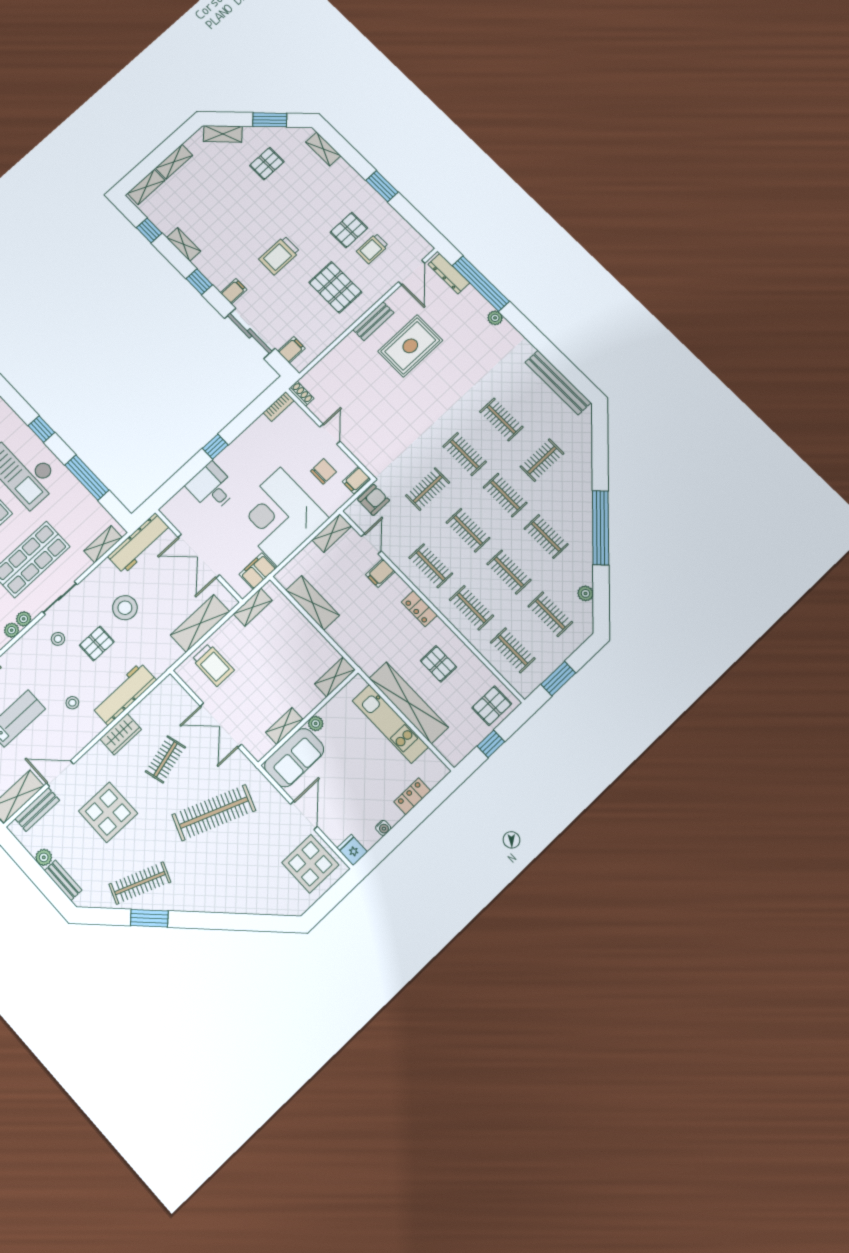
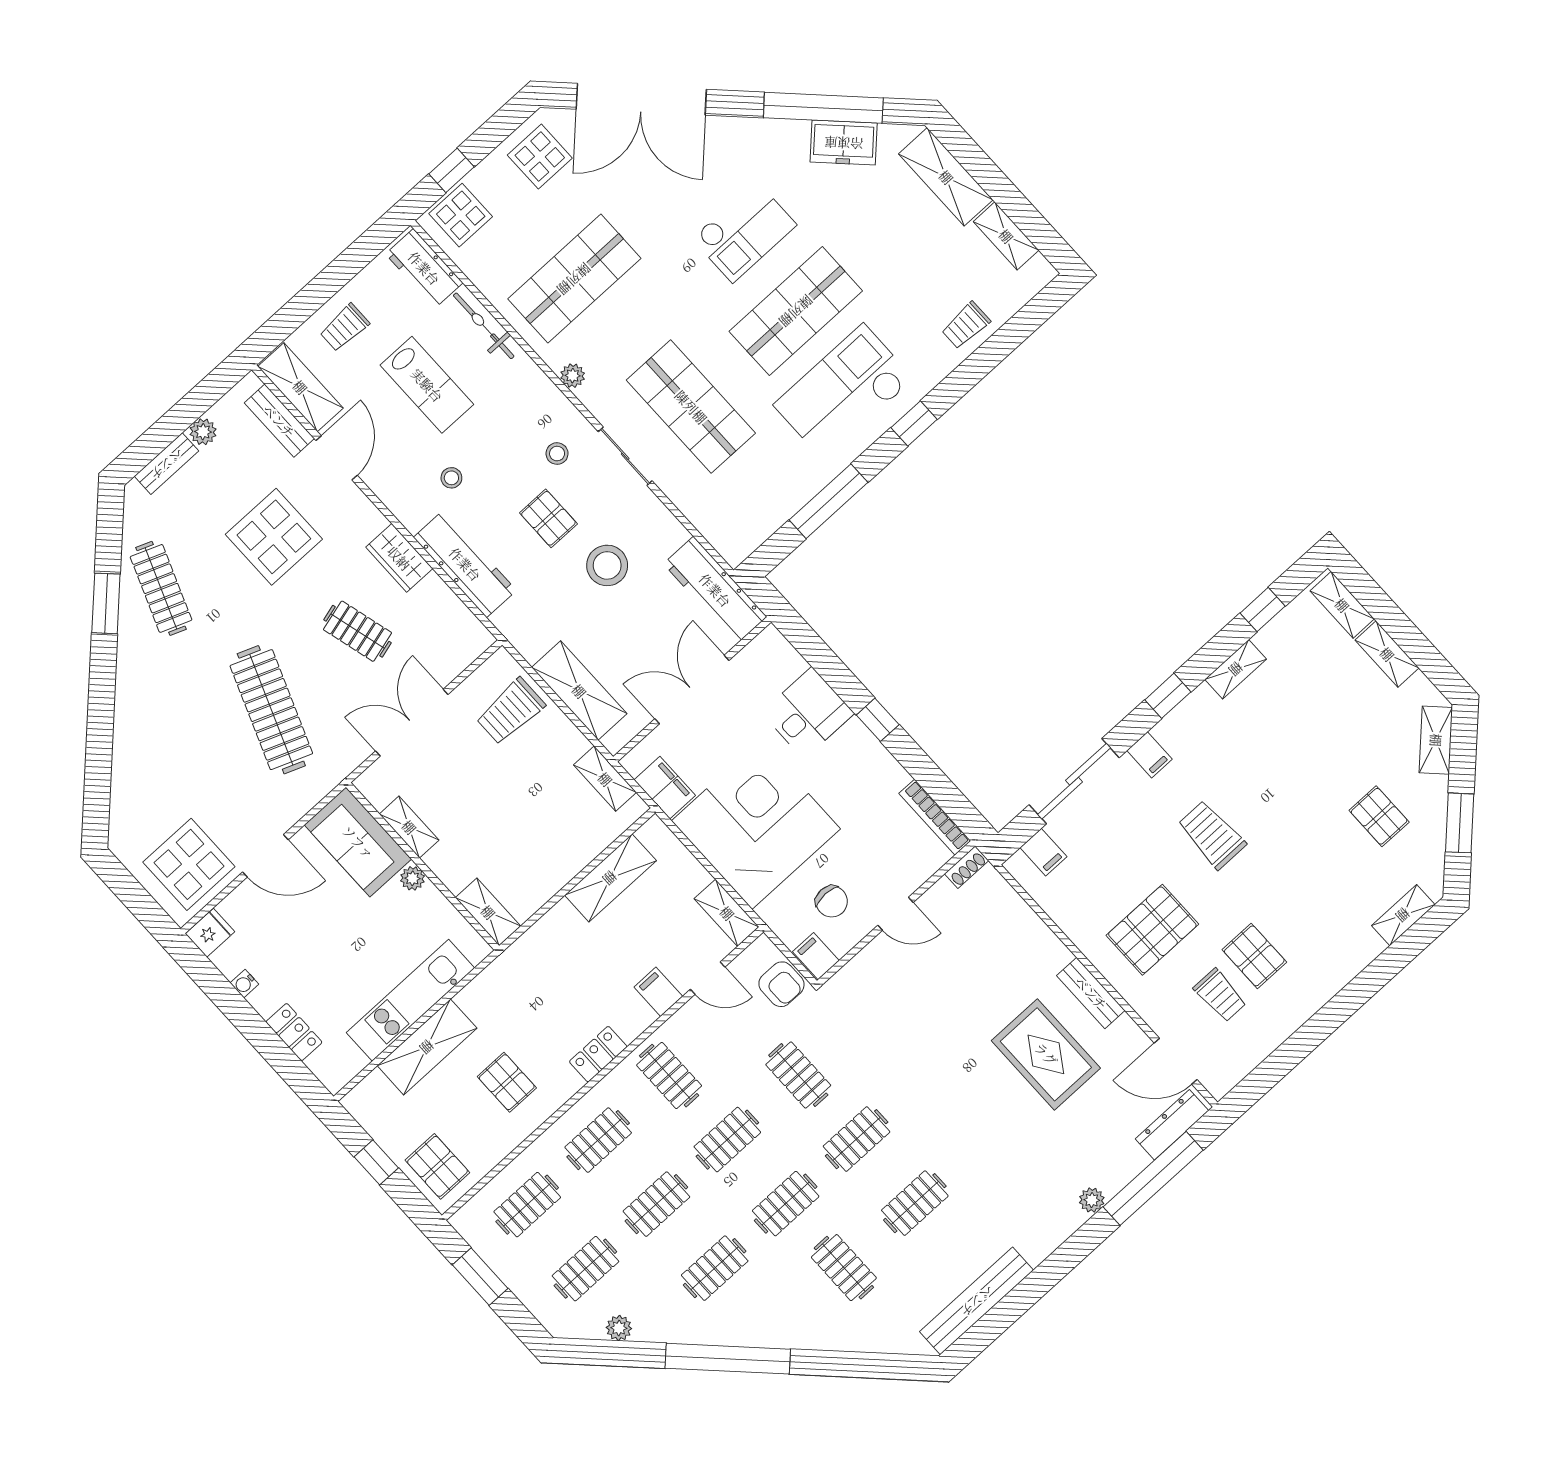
window: (382, 186) -> (1332, 1015), removed
trolley: (372, 249) -> (1220, 995), turned 180
bookcase: (279, 406) -> (935, 817), width x1.56
shelving: (103, 544) -> (714, 529), removed
clothes rail: (431, 566) -> (669, 1076), turned 90
plant: (24, 619) -> (591, 396), removed
pallet: (438, 664) -> (507, 1082), turned 90
shelving: (409, 703) -> (427, 1047), width x0.68

